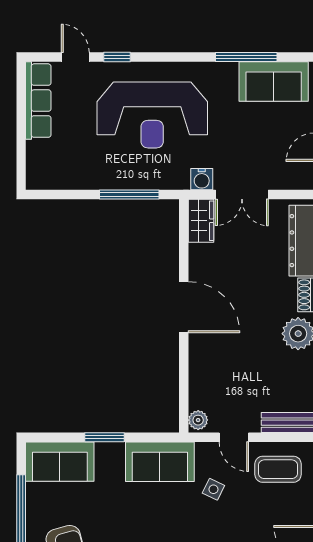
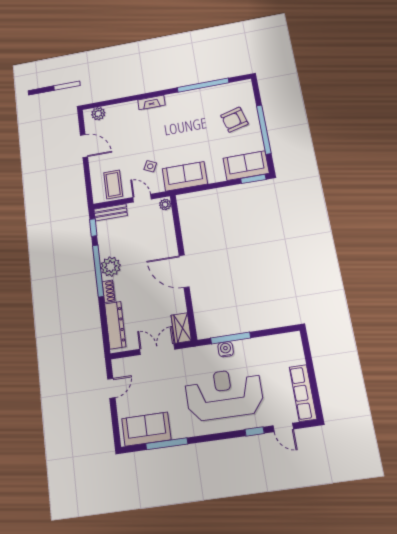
water cooler: (202, 179) -> (226, 349), moved
window: (105, 437) -> (253, 179), moved
coffee table: (278, 469) -> (113, 184), turned 90

